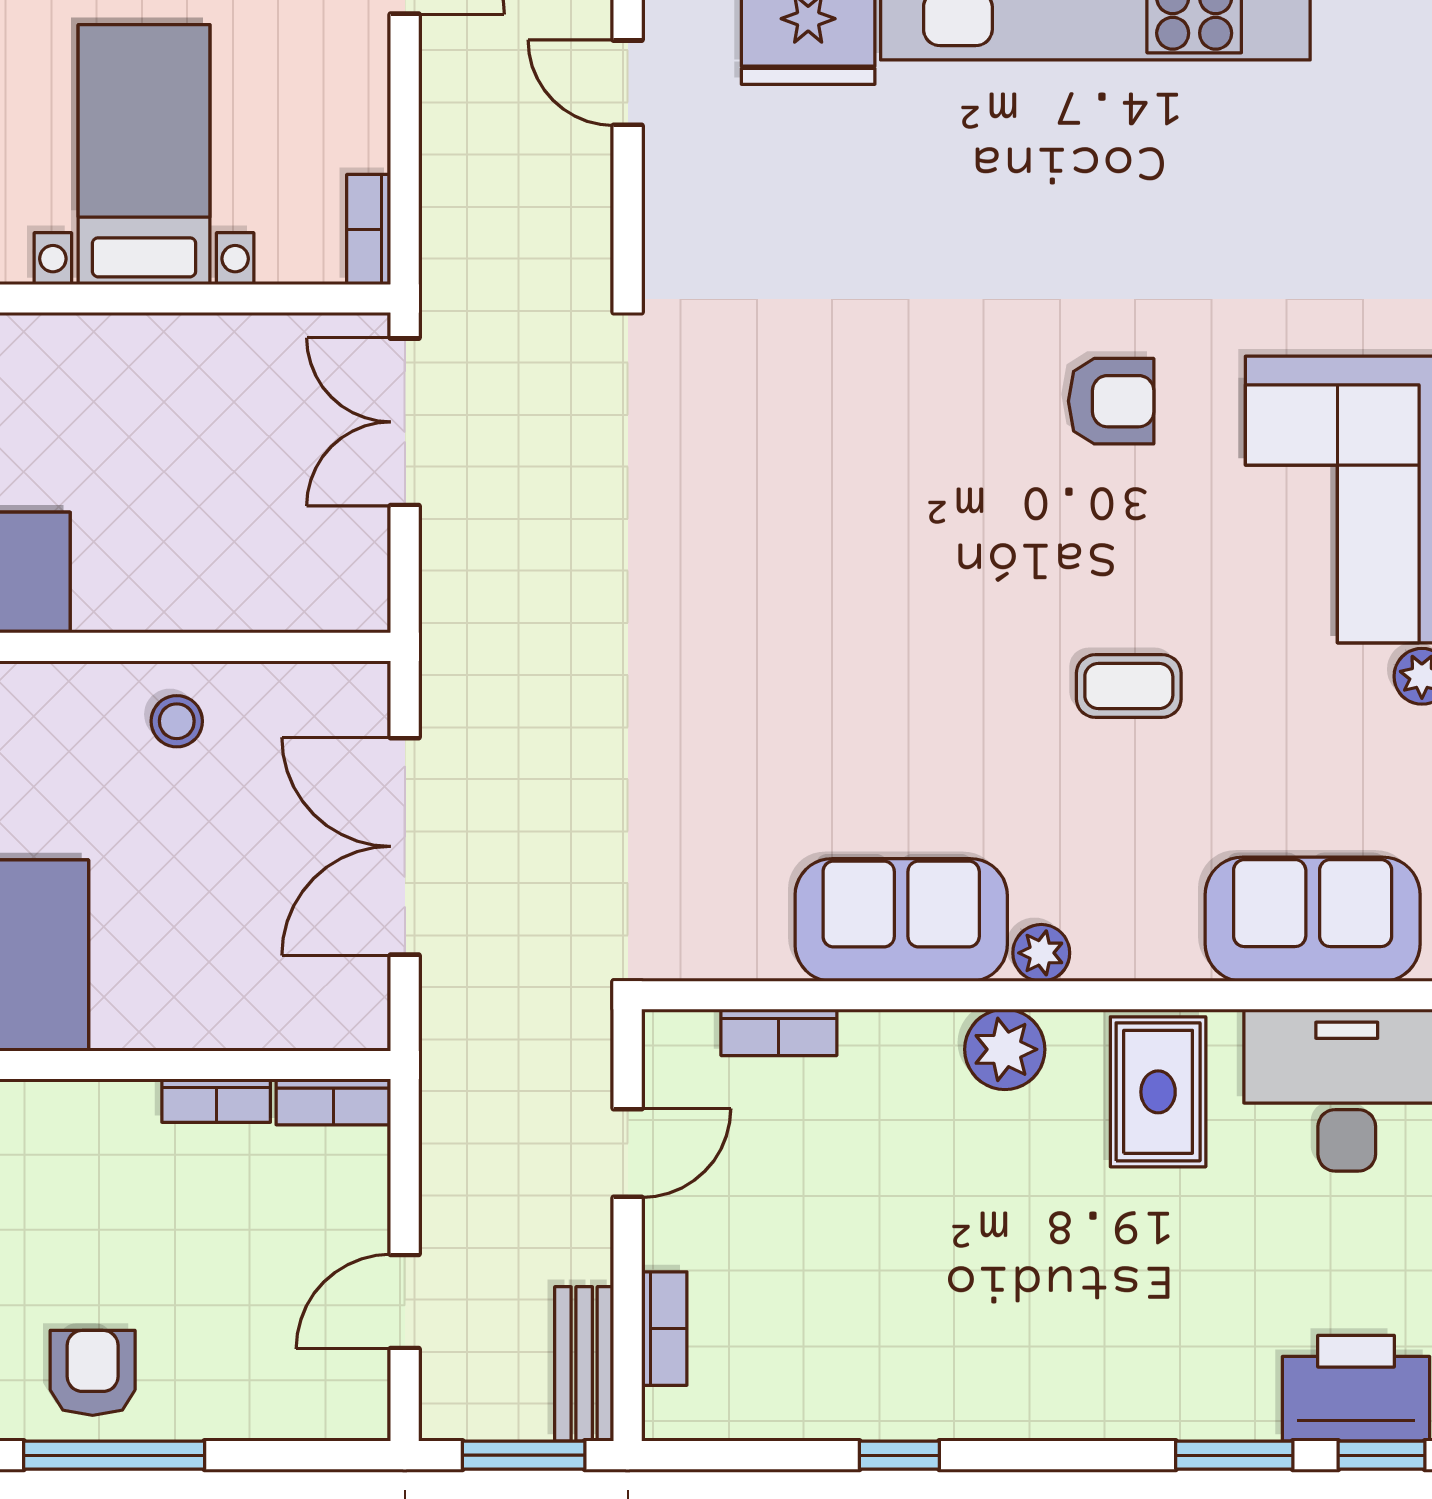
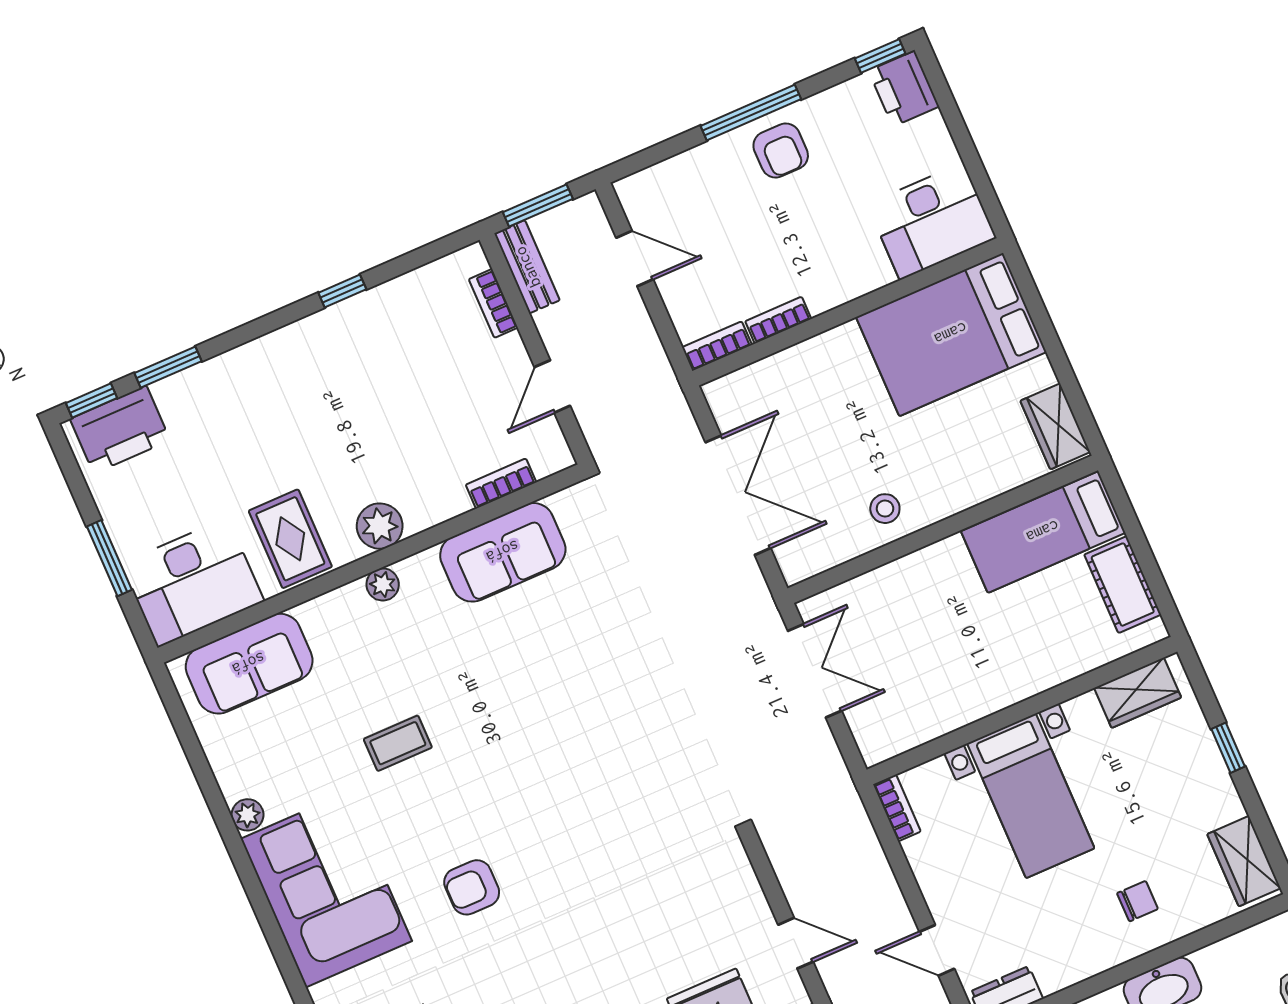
double door: (405, 422) -> (815, 671), moved
sofa: (901, 920) -> (503, 552), moved
door: (405, 1301) -> (635, 258), hinge flipped

